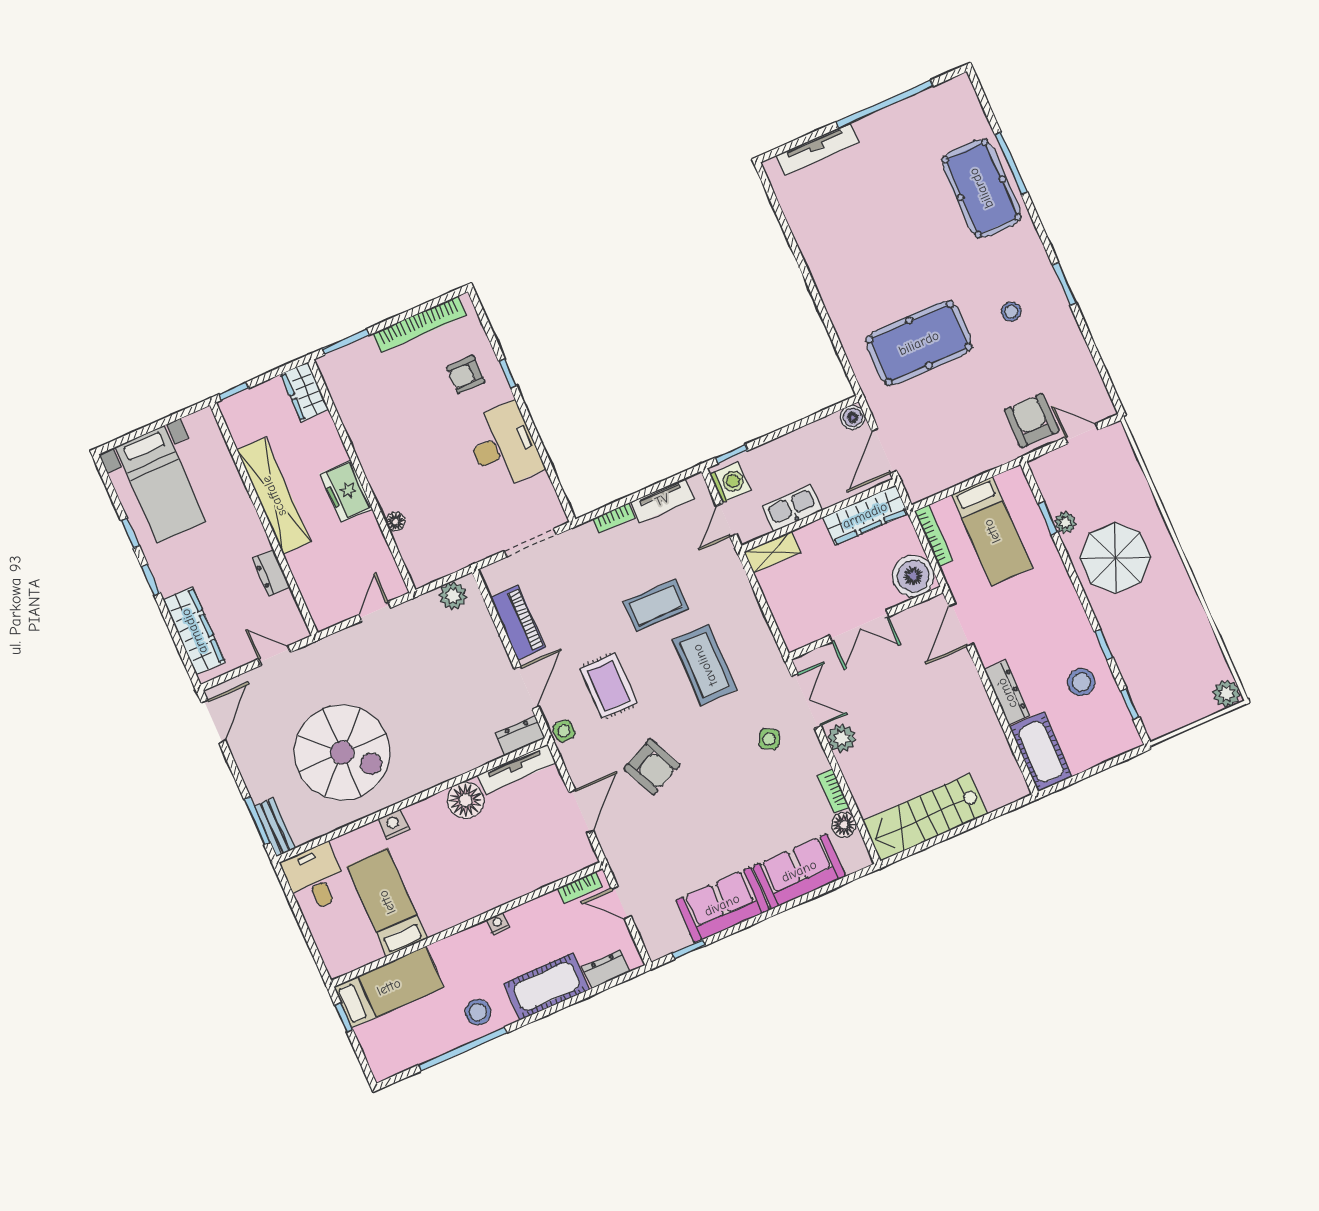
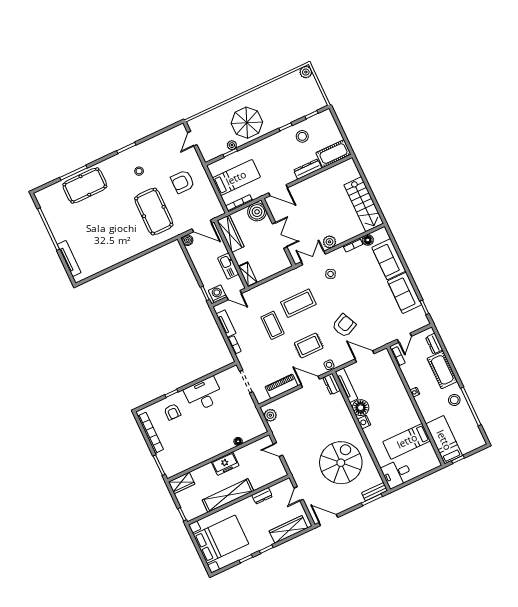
armchair: (1032, 420) -> (183, 182), moved
bed with nightstands: (161, 484) -> (221, 539), width x1.36
nightstand: (394, 824) -> (364, 422), moved

